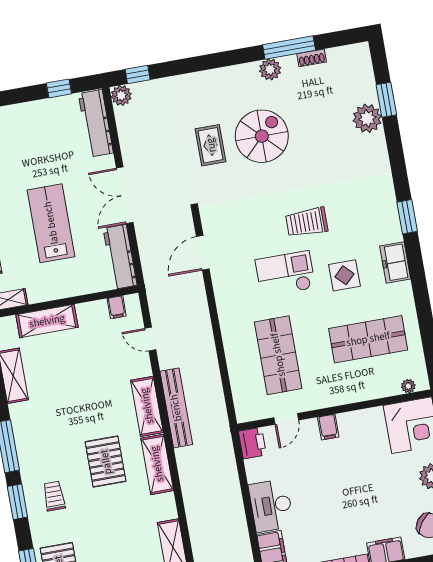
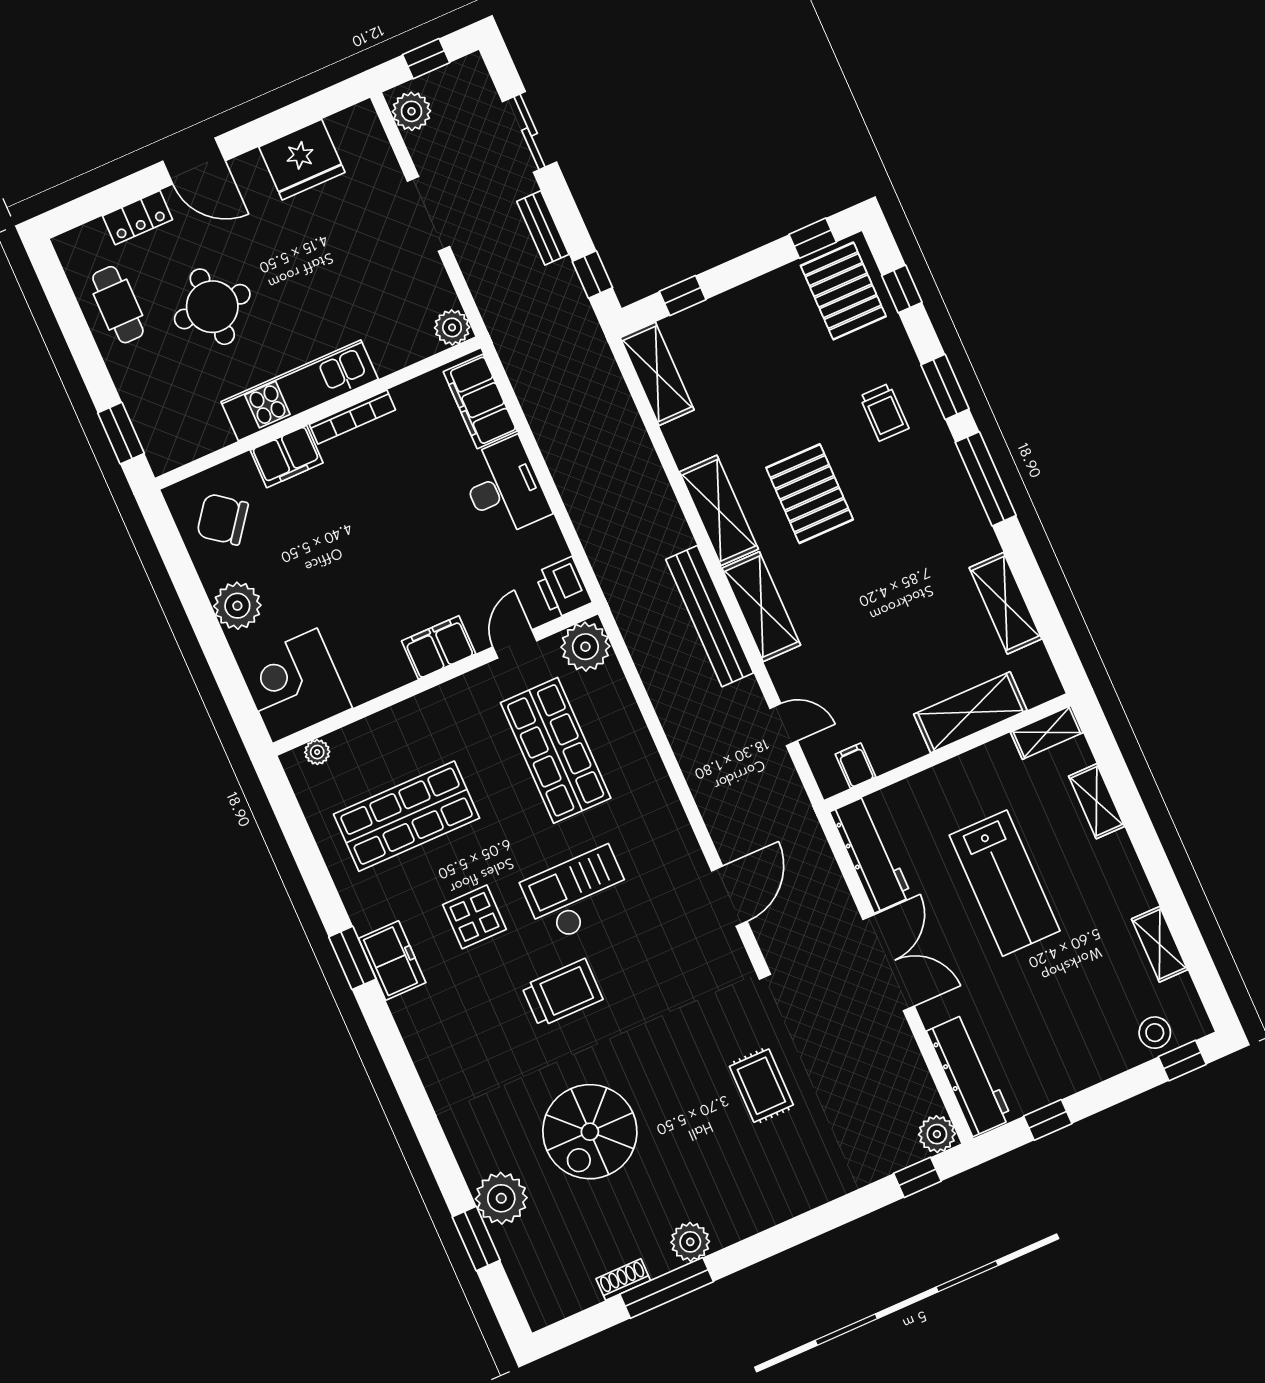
spiral stairs: (262, 136) -> (590, 1132), moved
window: (407, 217) -> (352, 958), moved
checkout: (285, 274) -> (578, 894), turned 180
plant: (248, 408) -> (585, 647), added
filing cabinet: (328, 427) -> (439, 647), width x2.00

